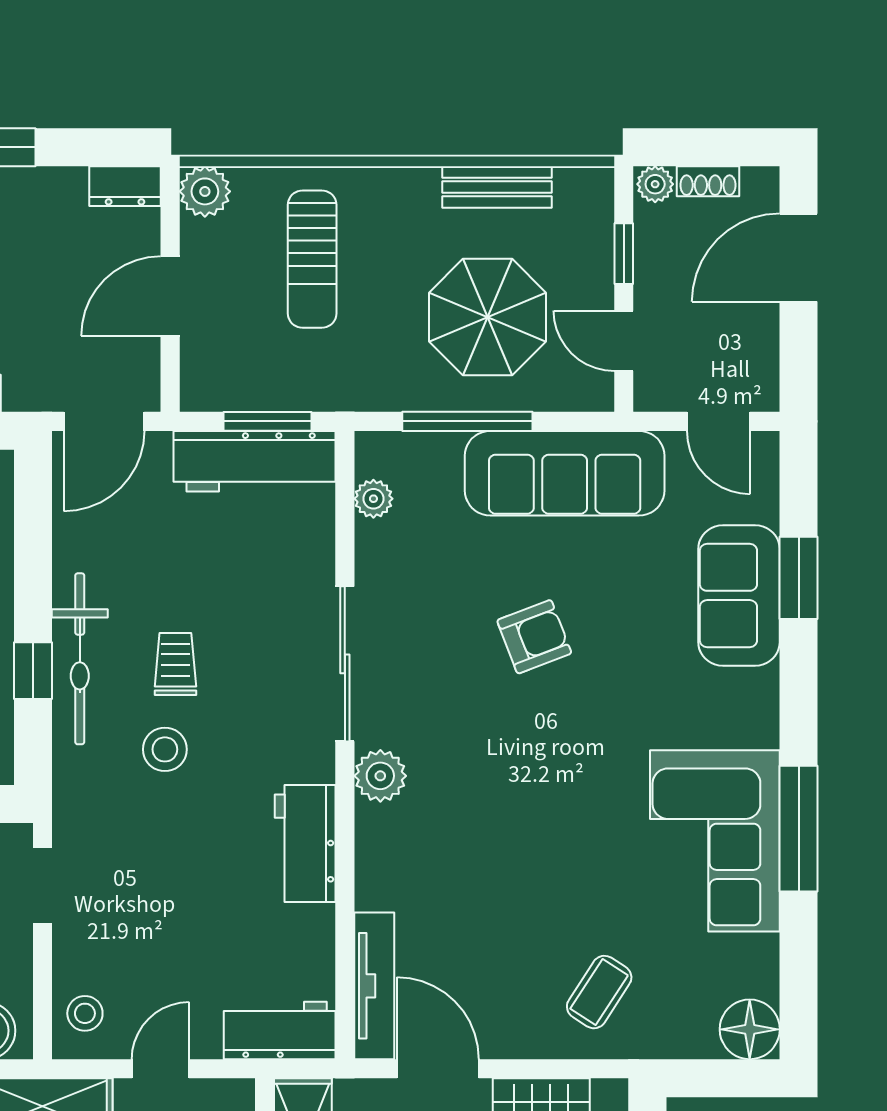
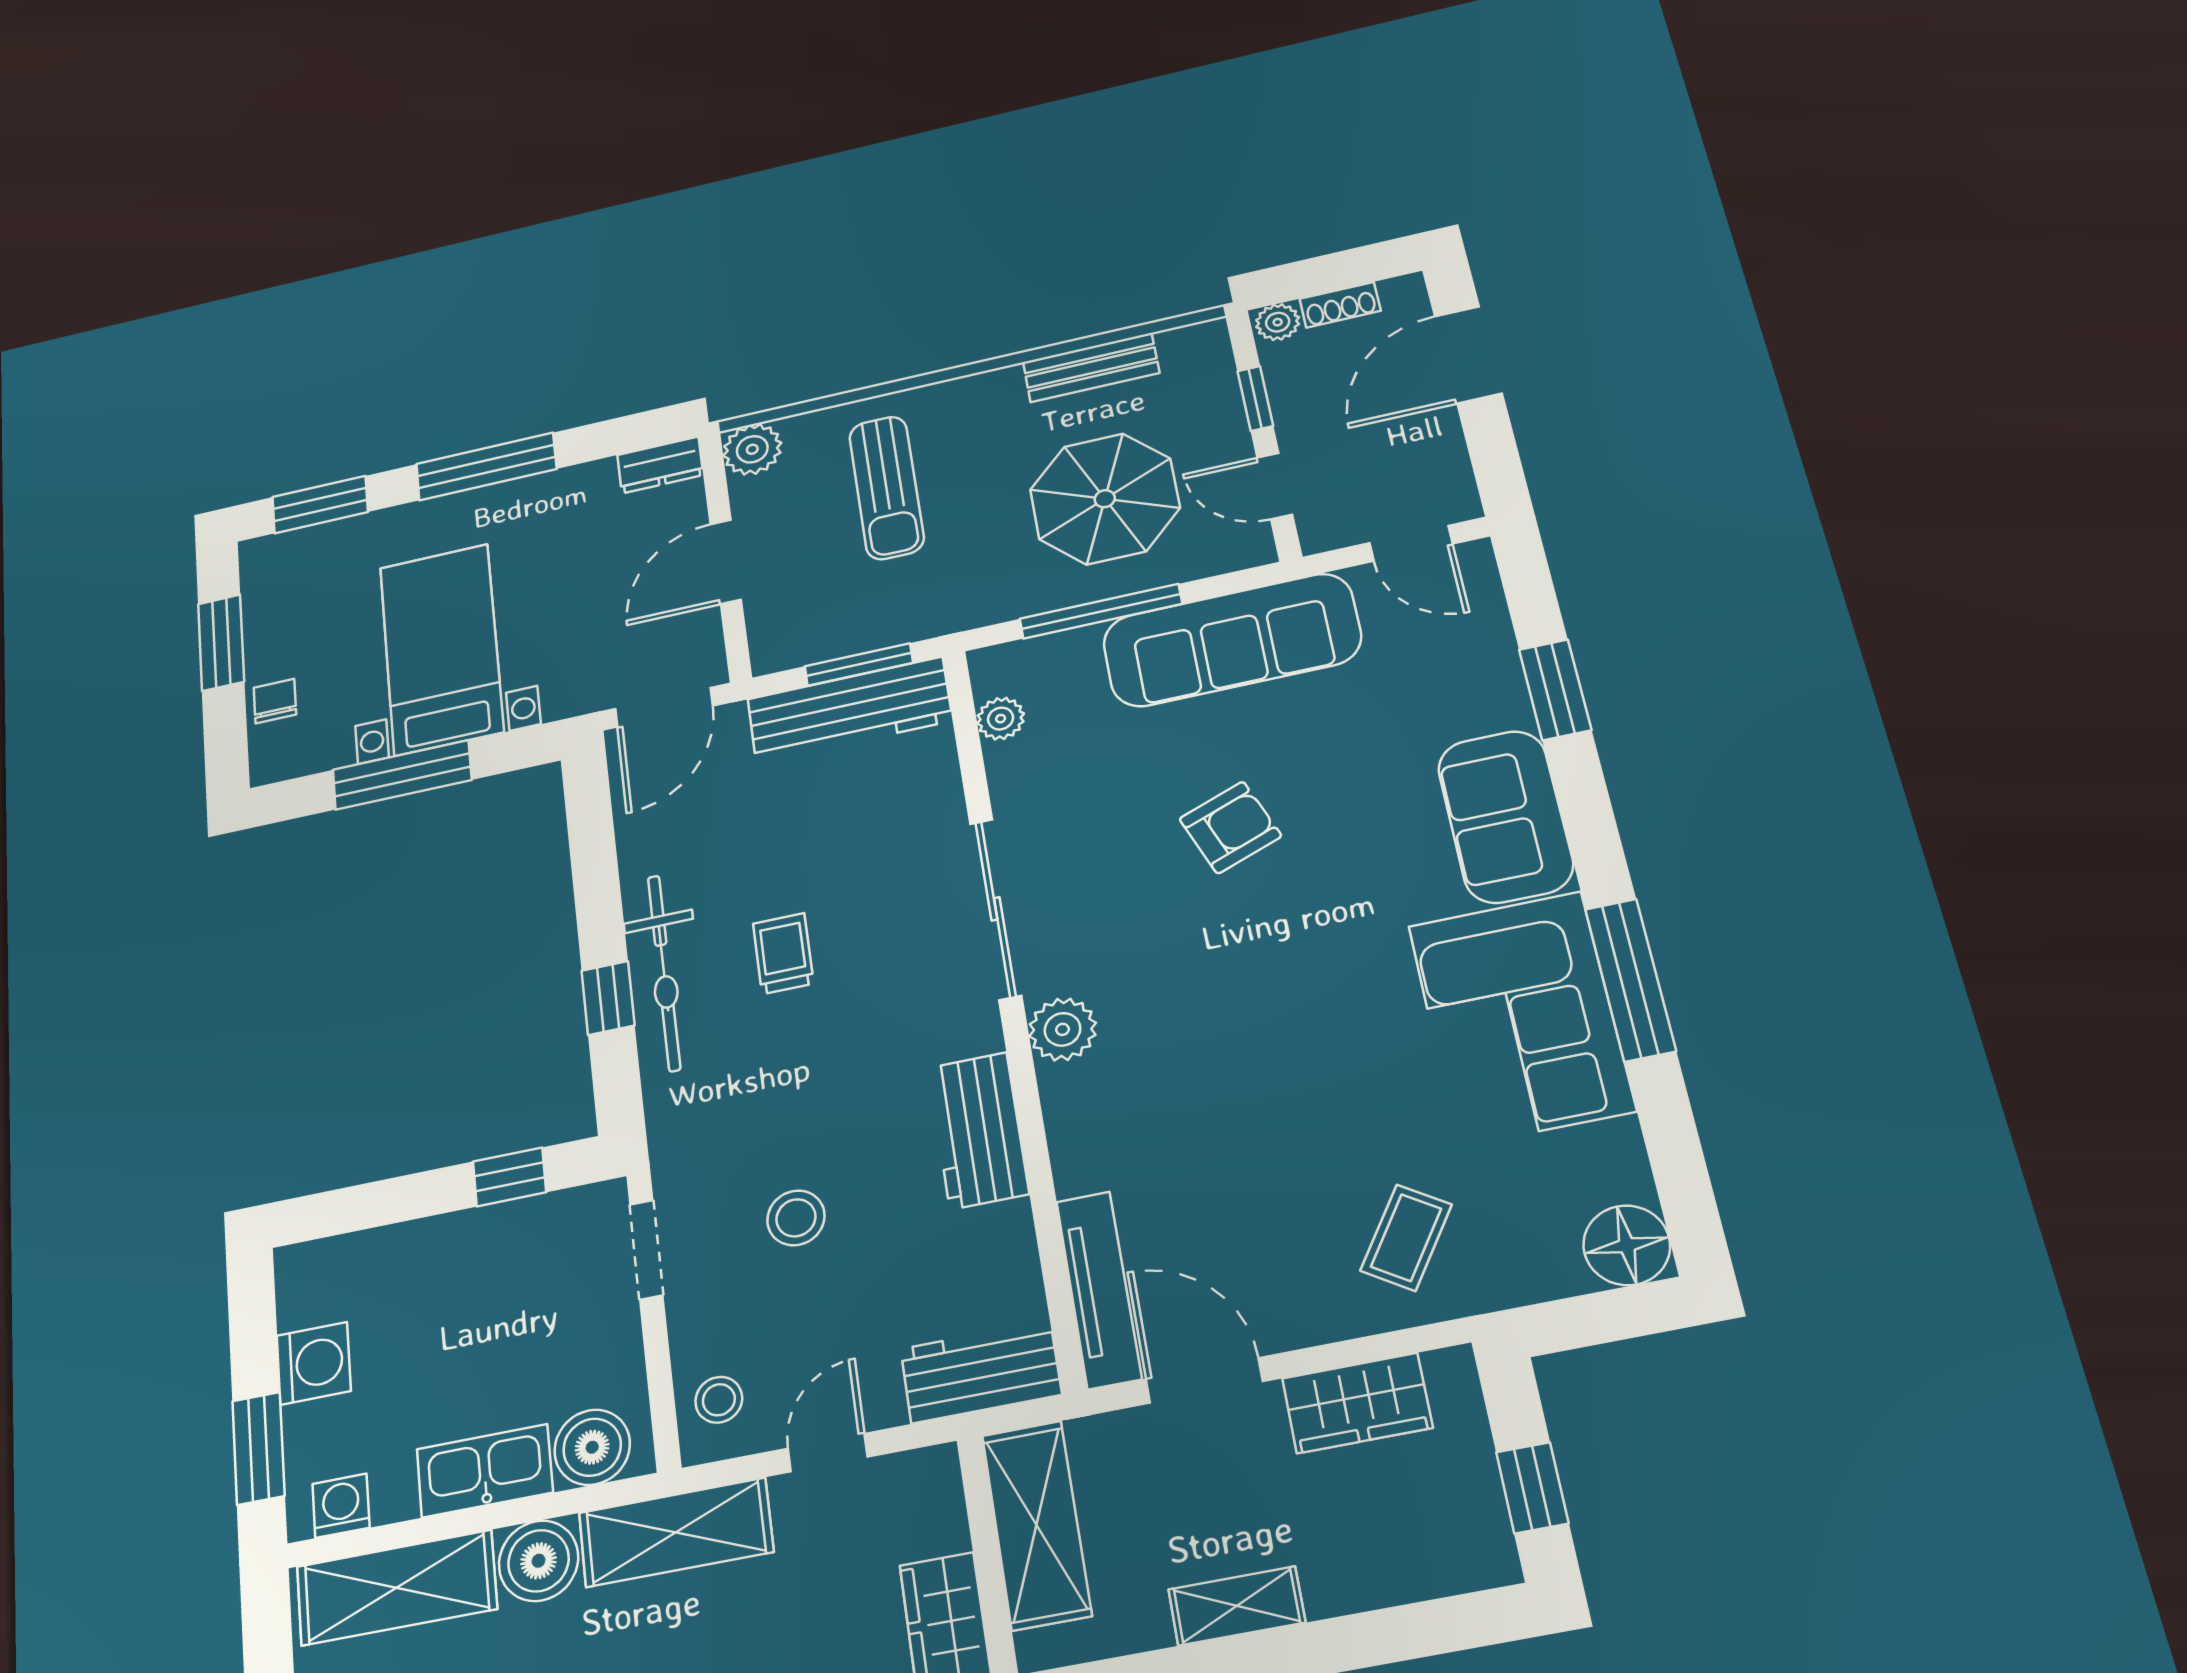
sofa: (739, 595) -> (1505, 816), moved
stool: (165, 749) -> (796, 1218), moved

